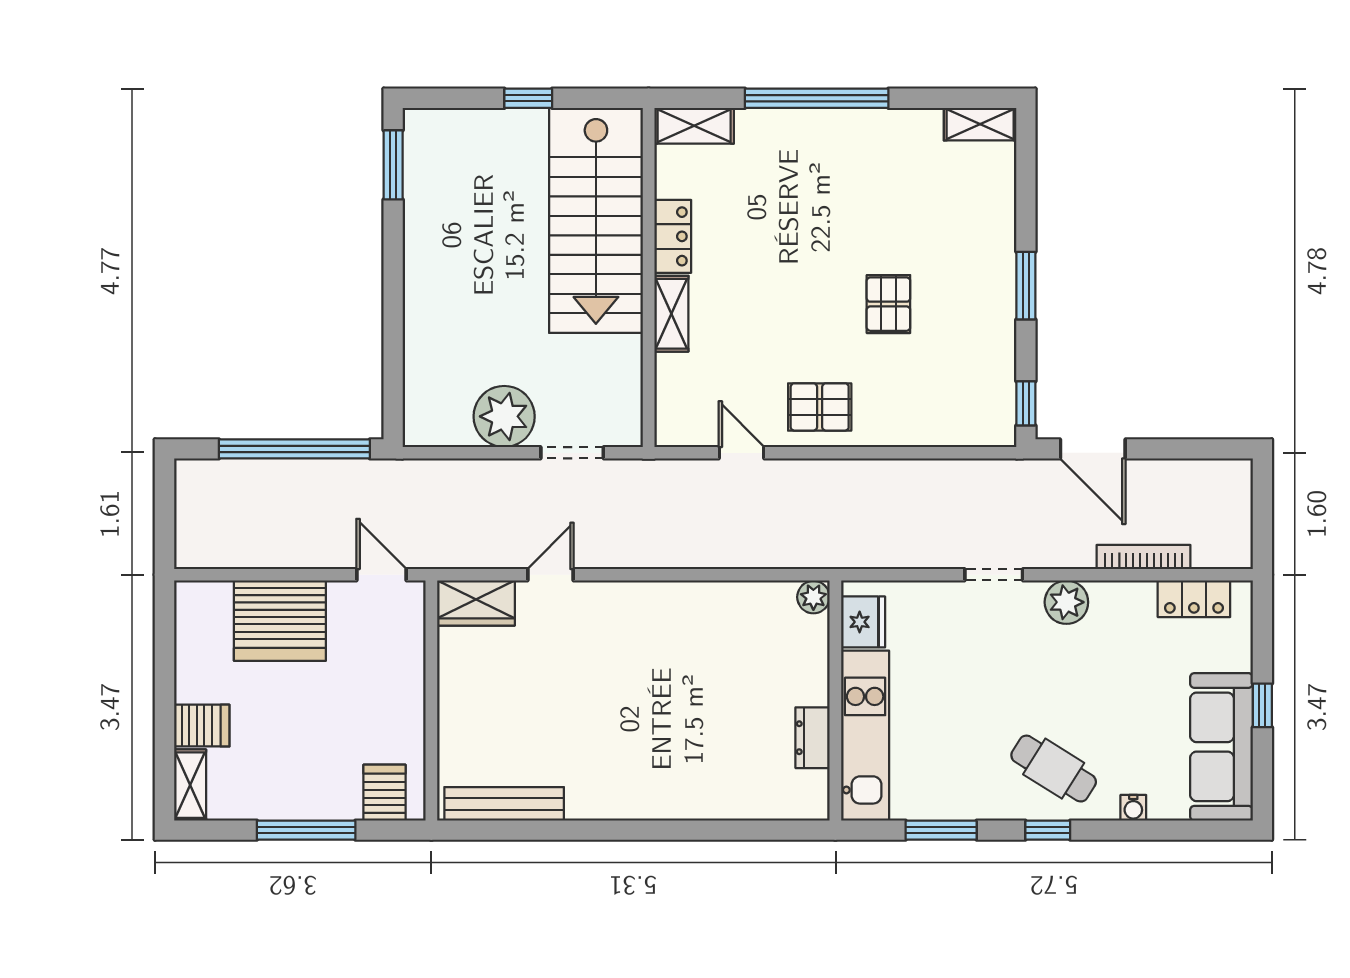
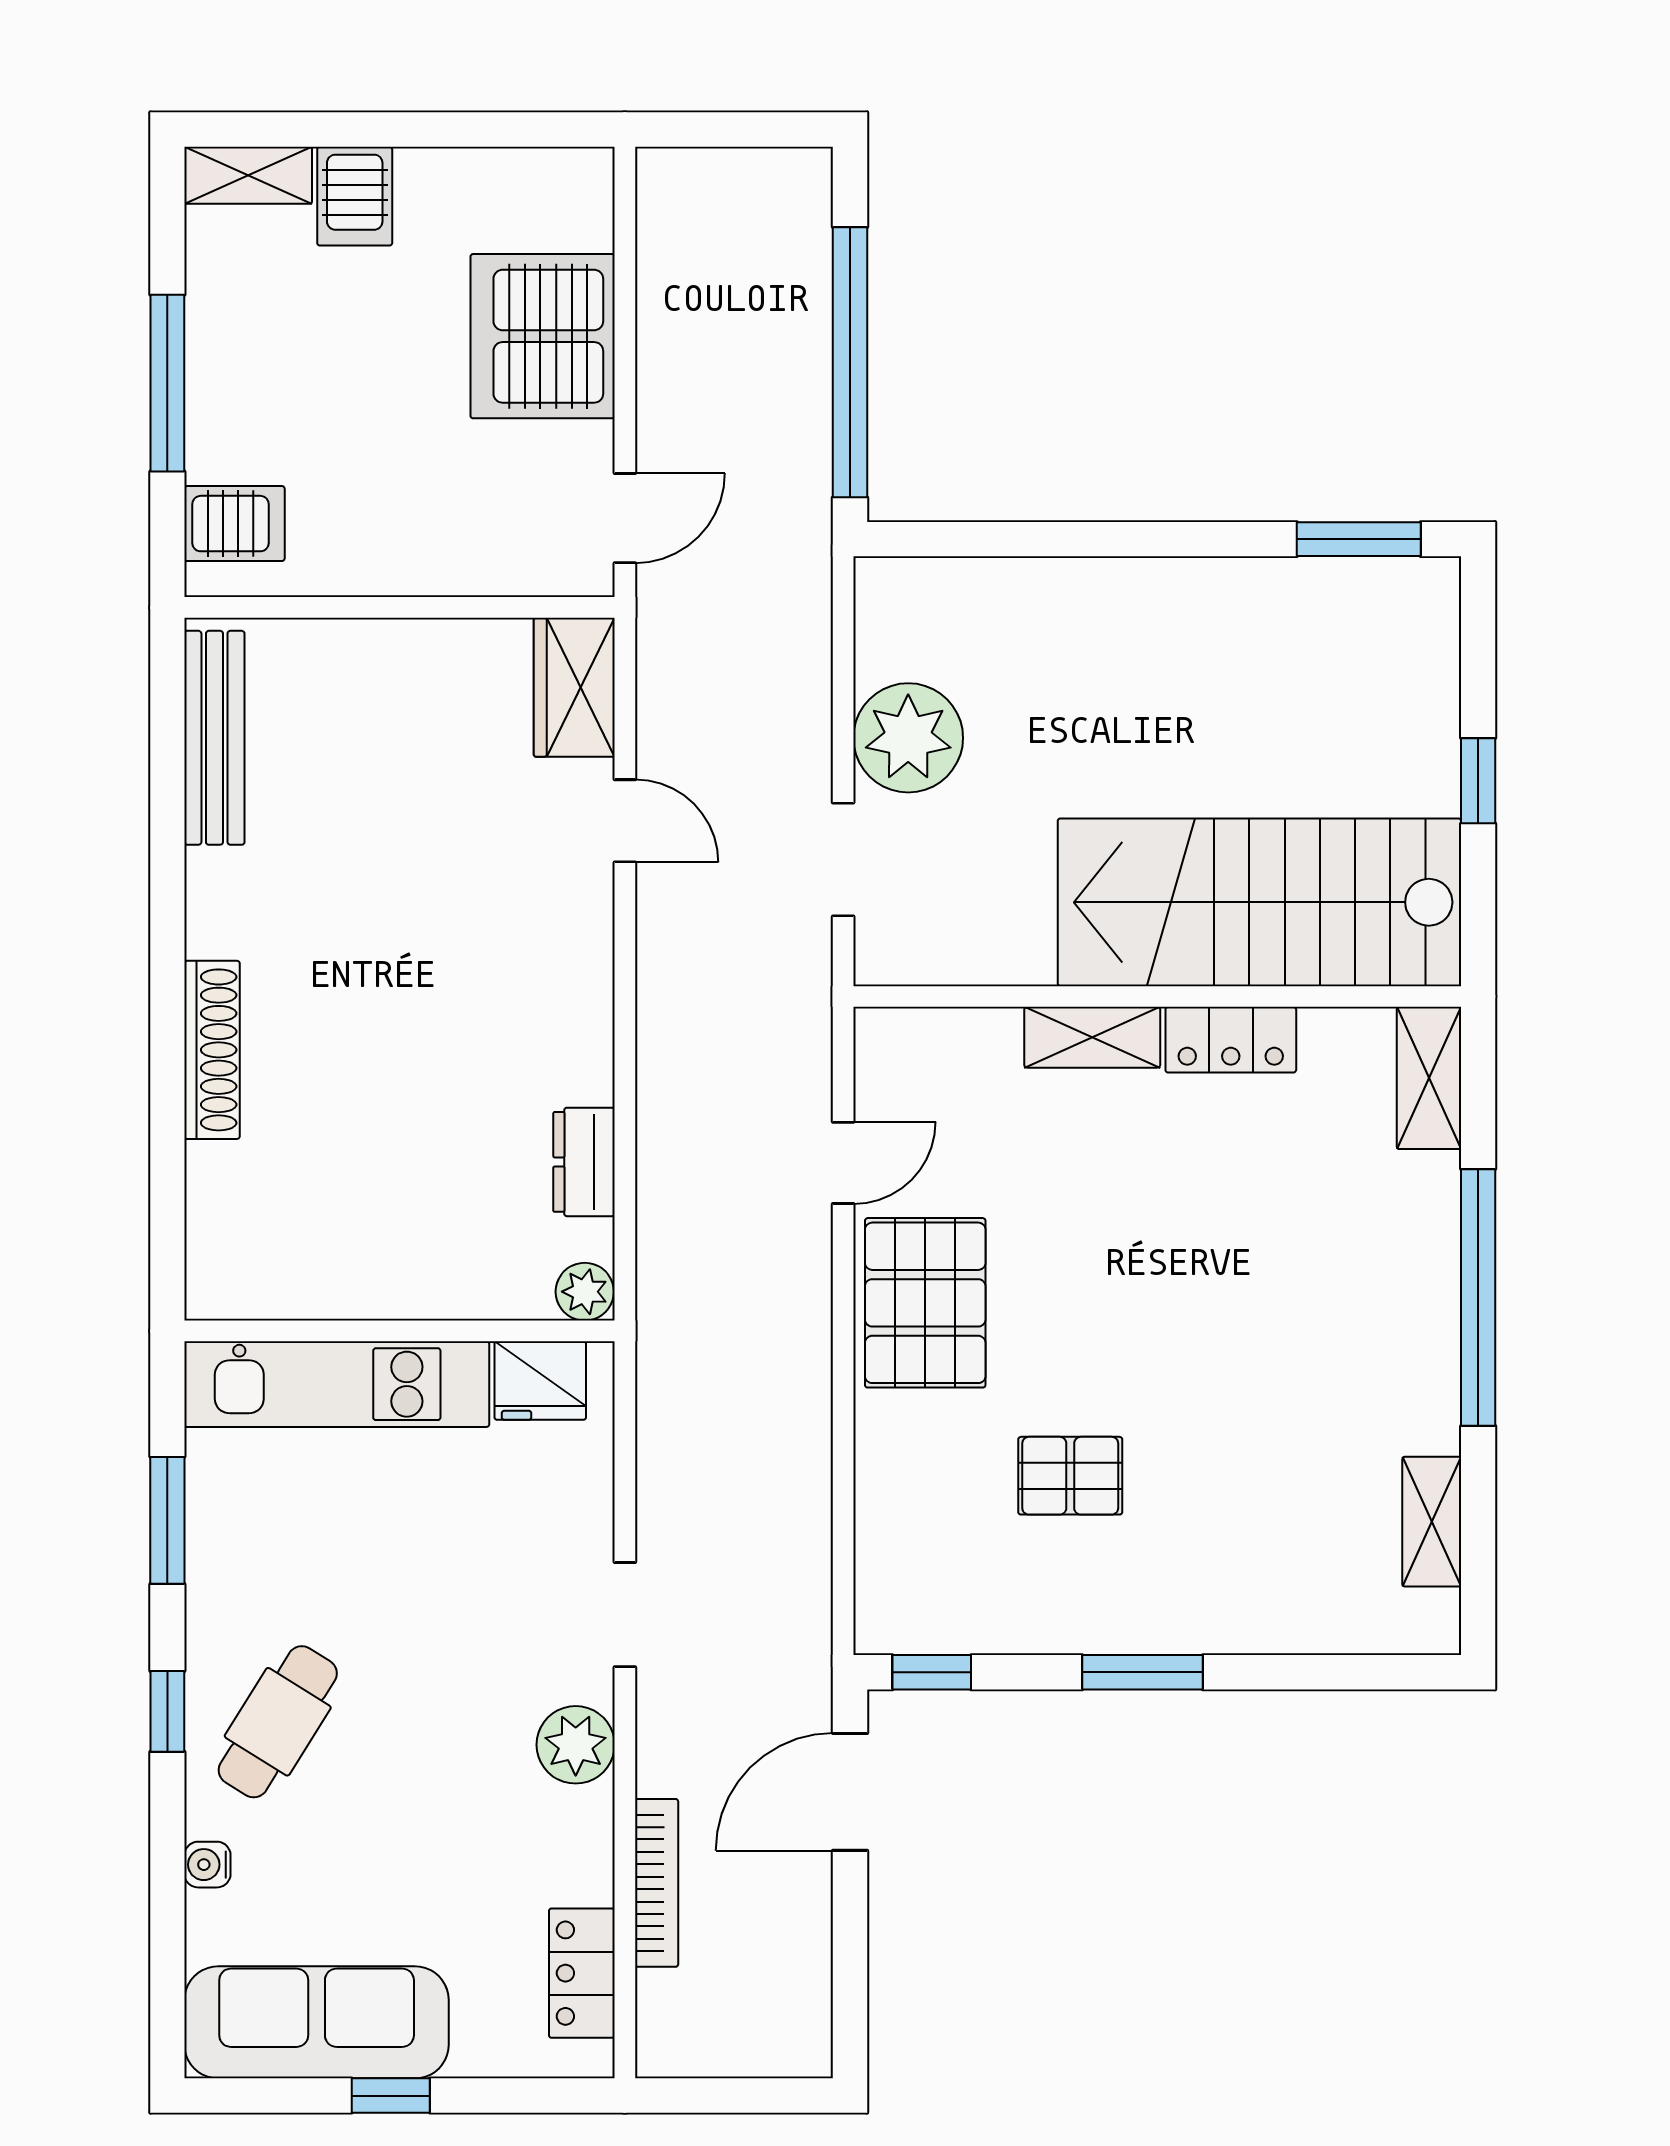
shelving: (980, 124) -> (1432, 1522), moved
pallet: (888, 304) -> (1070, 1476), moved
pallet: (820, 407) -> (925, 1303), width x1.50, depth x1.42
dresser: (813, 738) -> (584, 1162), moved, turned -90
shoe rack: (678, 805) -> (212, 1050), added

